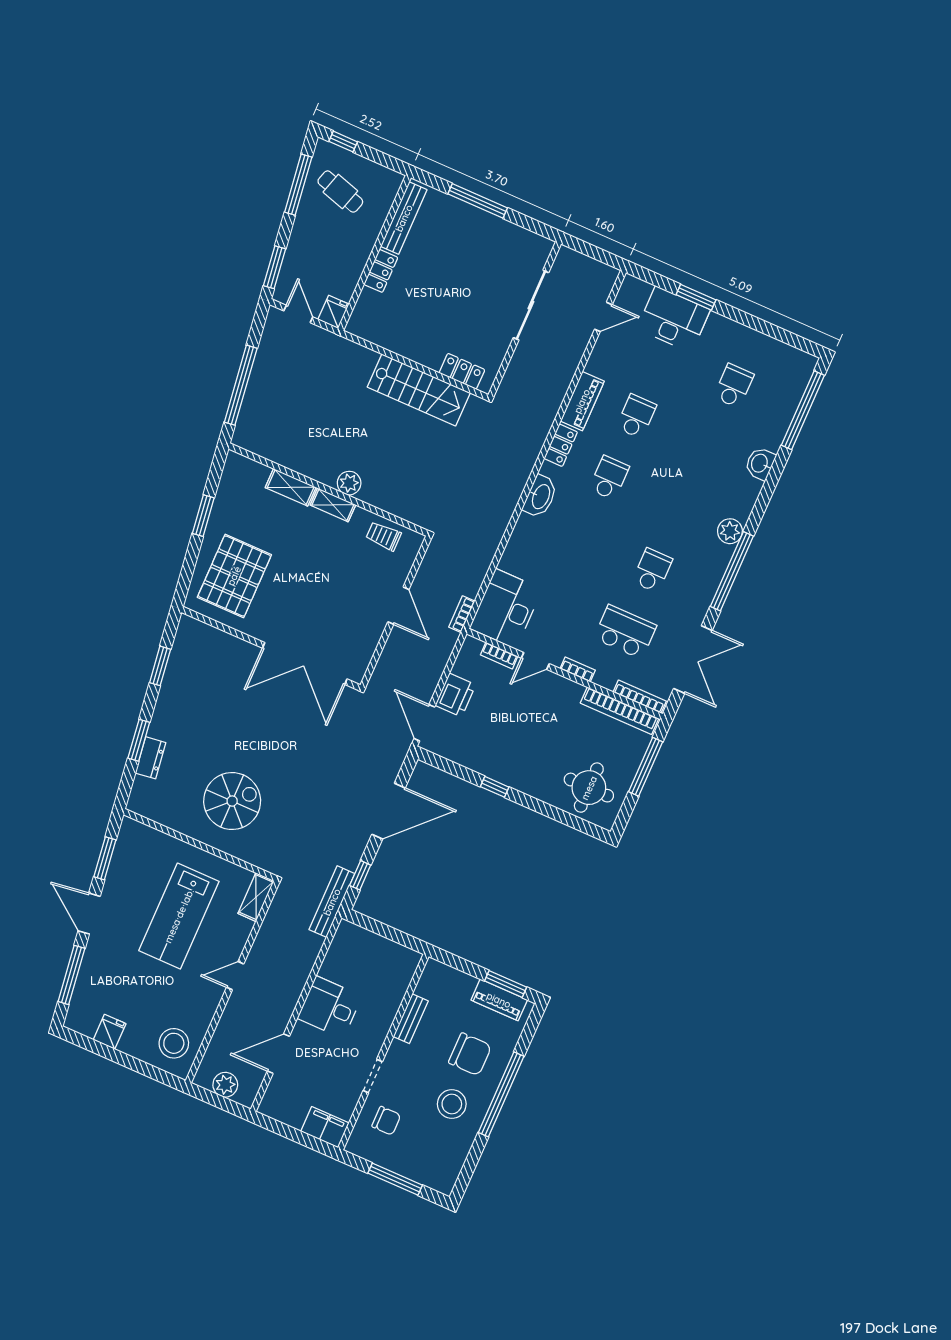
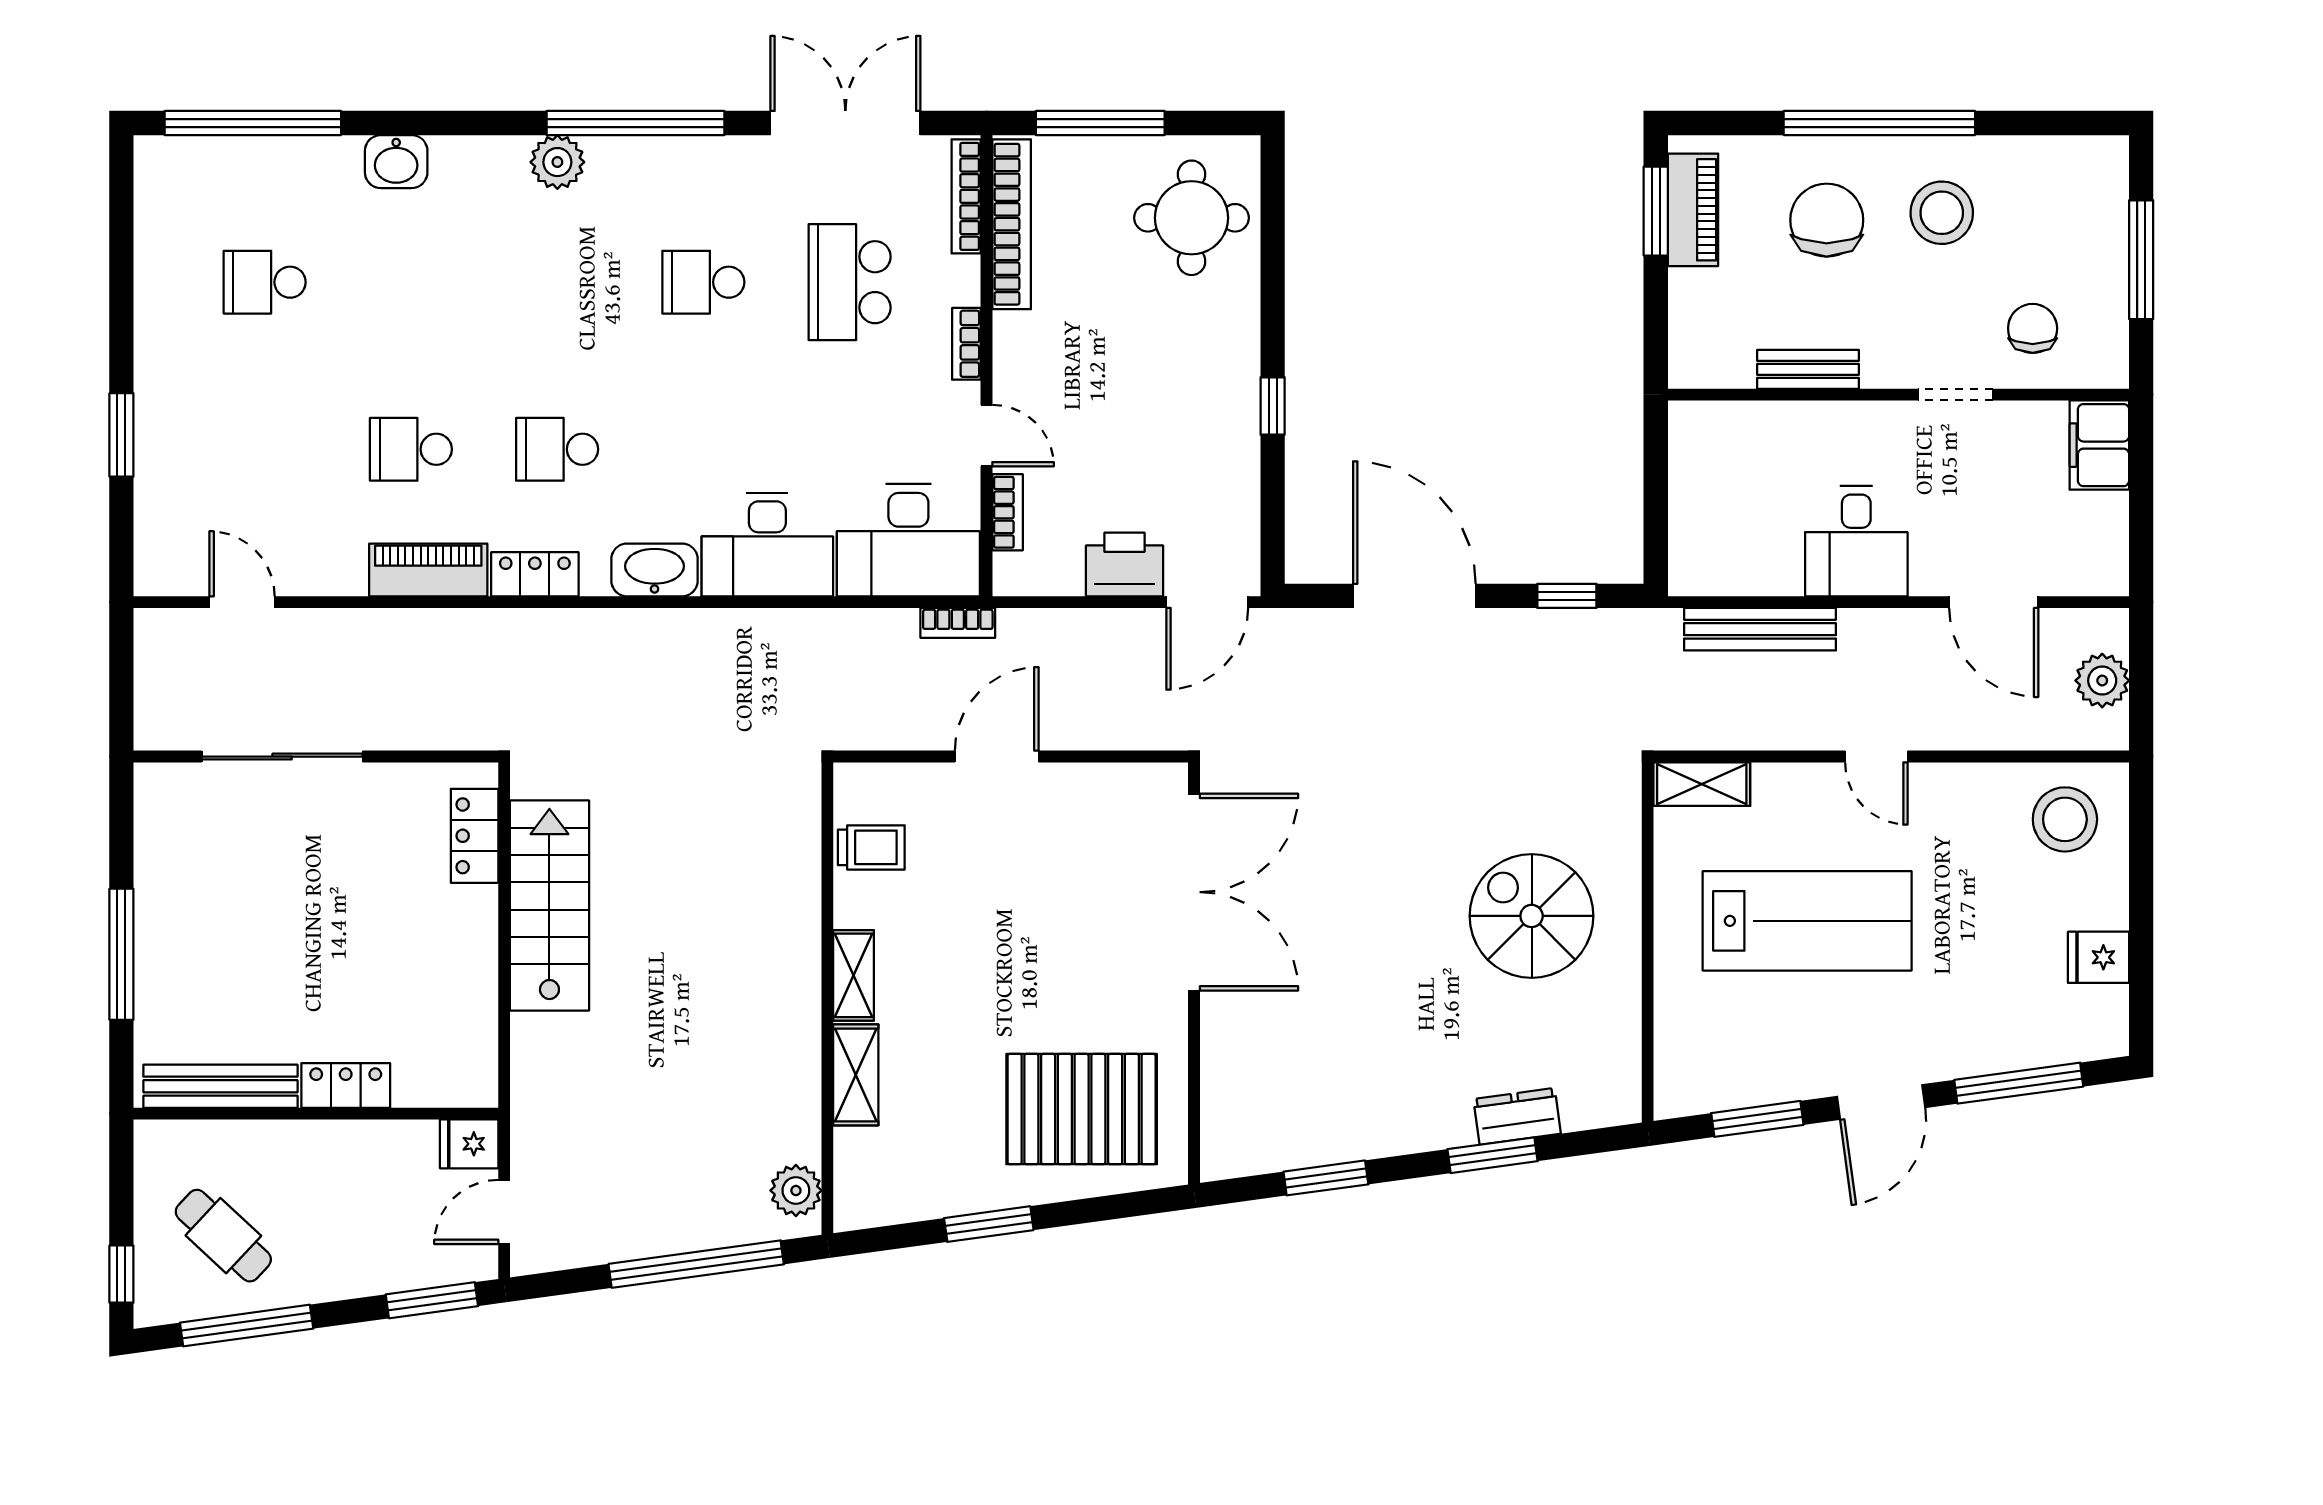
cafe table: (340, 192) -> (223, 1236), turned -64
desk: (673, 319) -> (767, 545), moved, turned -90
plant: (349, 483) -> (796, 1190), moved
trolley: (383, 536) -> (871, 847), turned -90
bench: (332, 902) -> (1760, 629), moved

